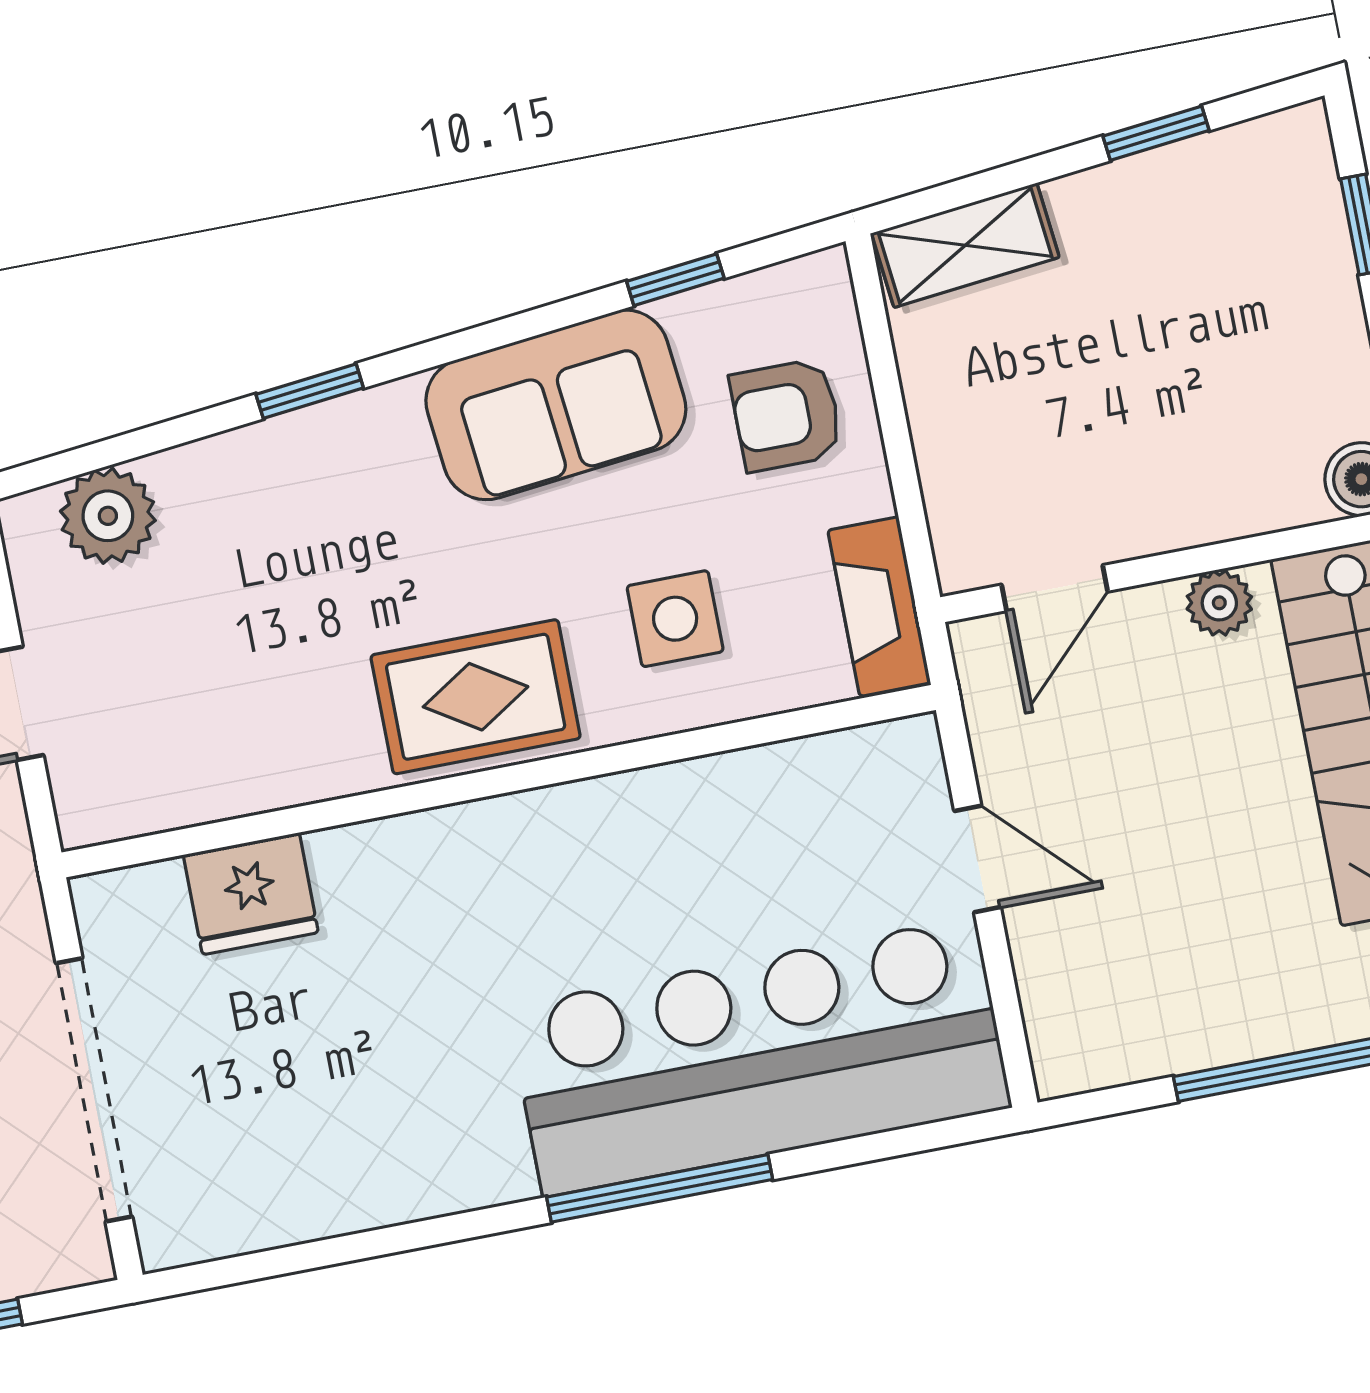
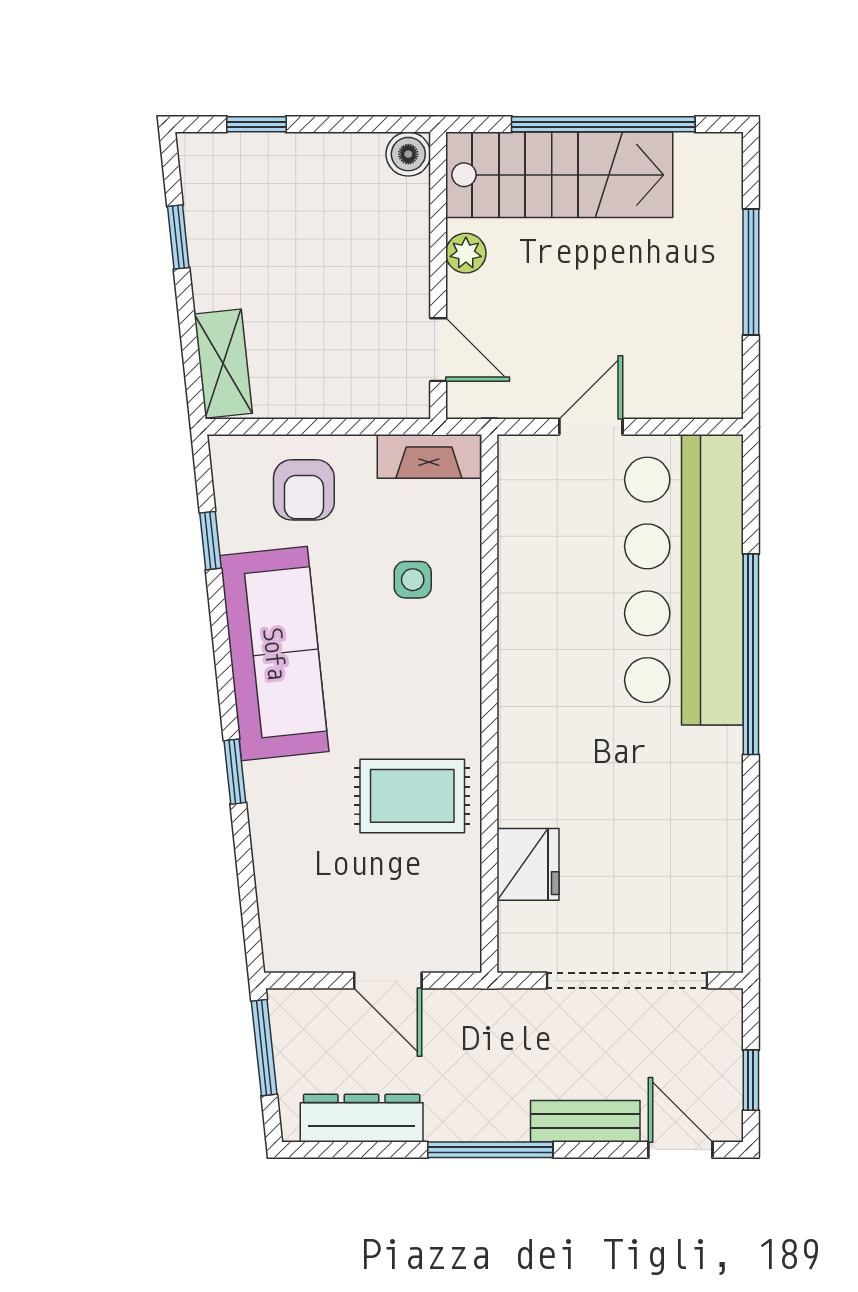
sofa: (556, 405) -> (274, 653), width x1.36
plant: (108, 516) -> (286, 906), removed
side table: (675, 619) -> (413, 580), width x0.73, depth x0.73
rug: (476, 697) -> (412, 796), moved, turned 90
window: (660, 1188) -> (751, 654), width x1.46

